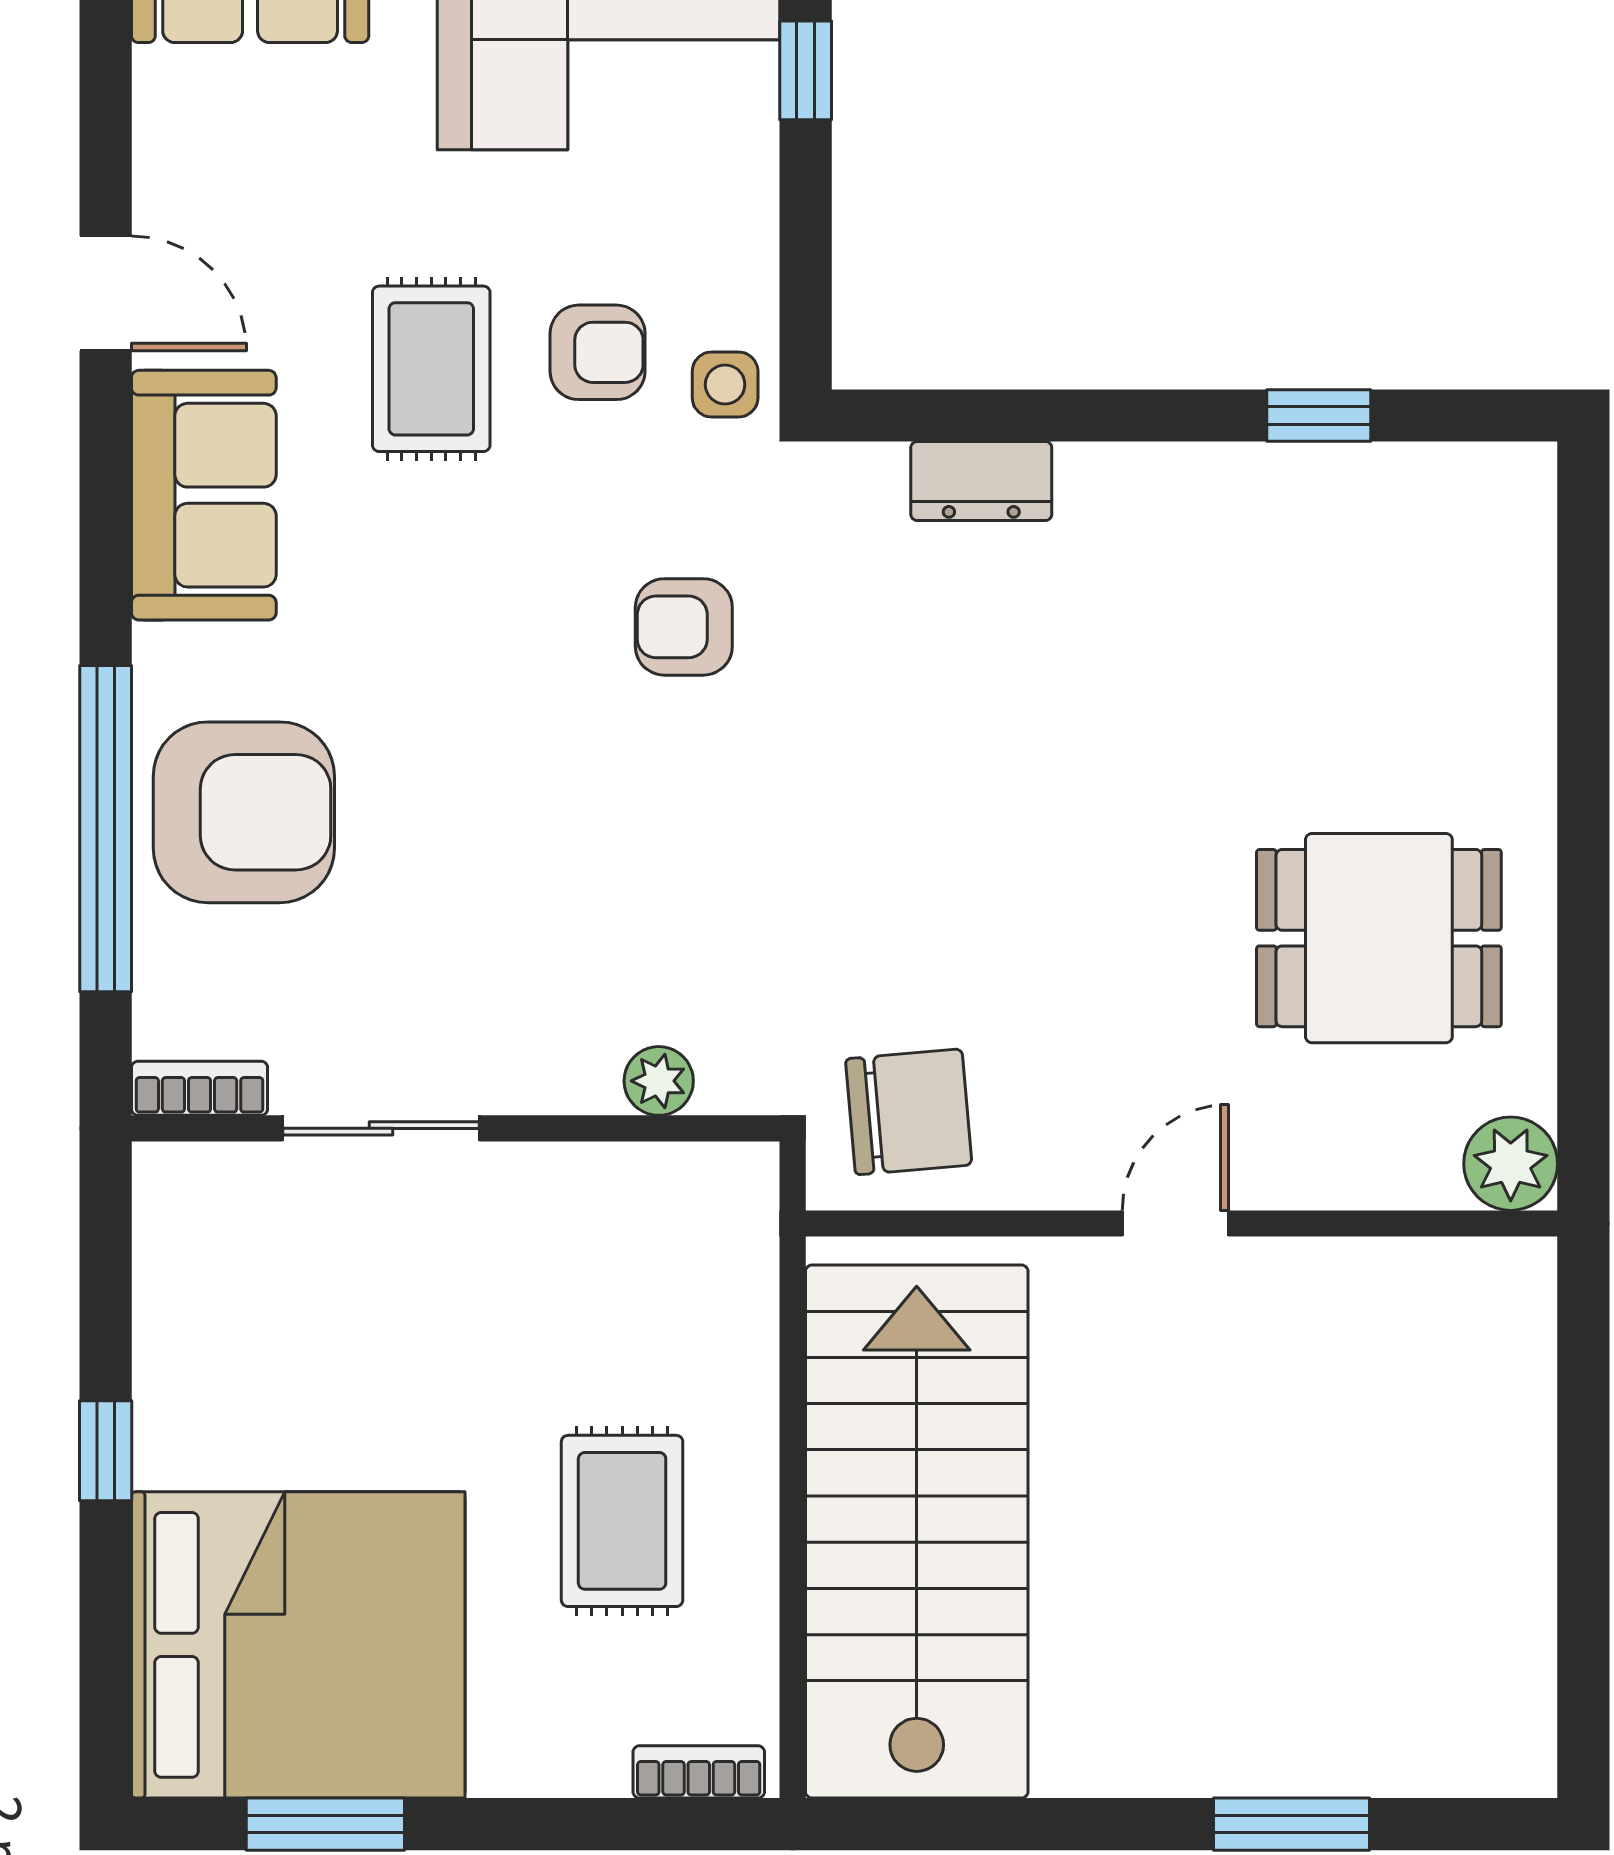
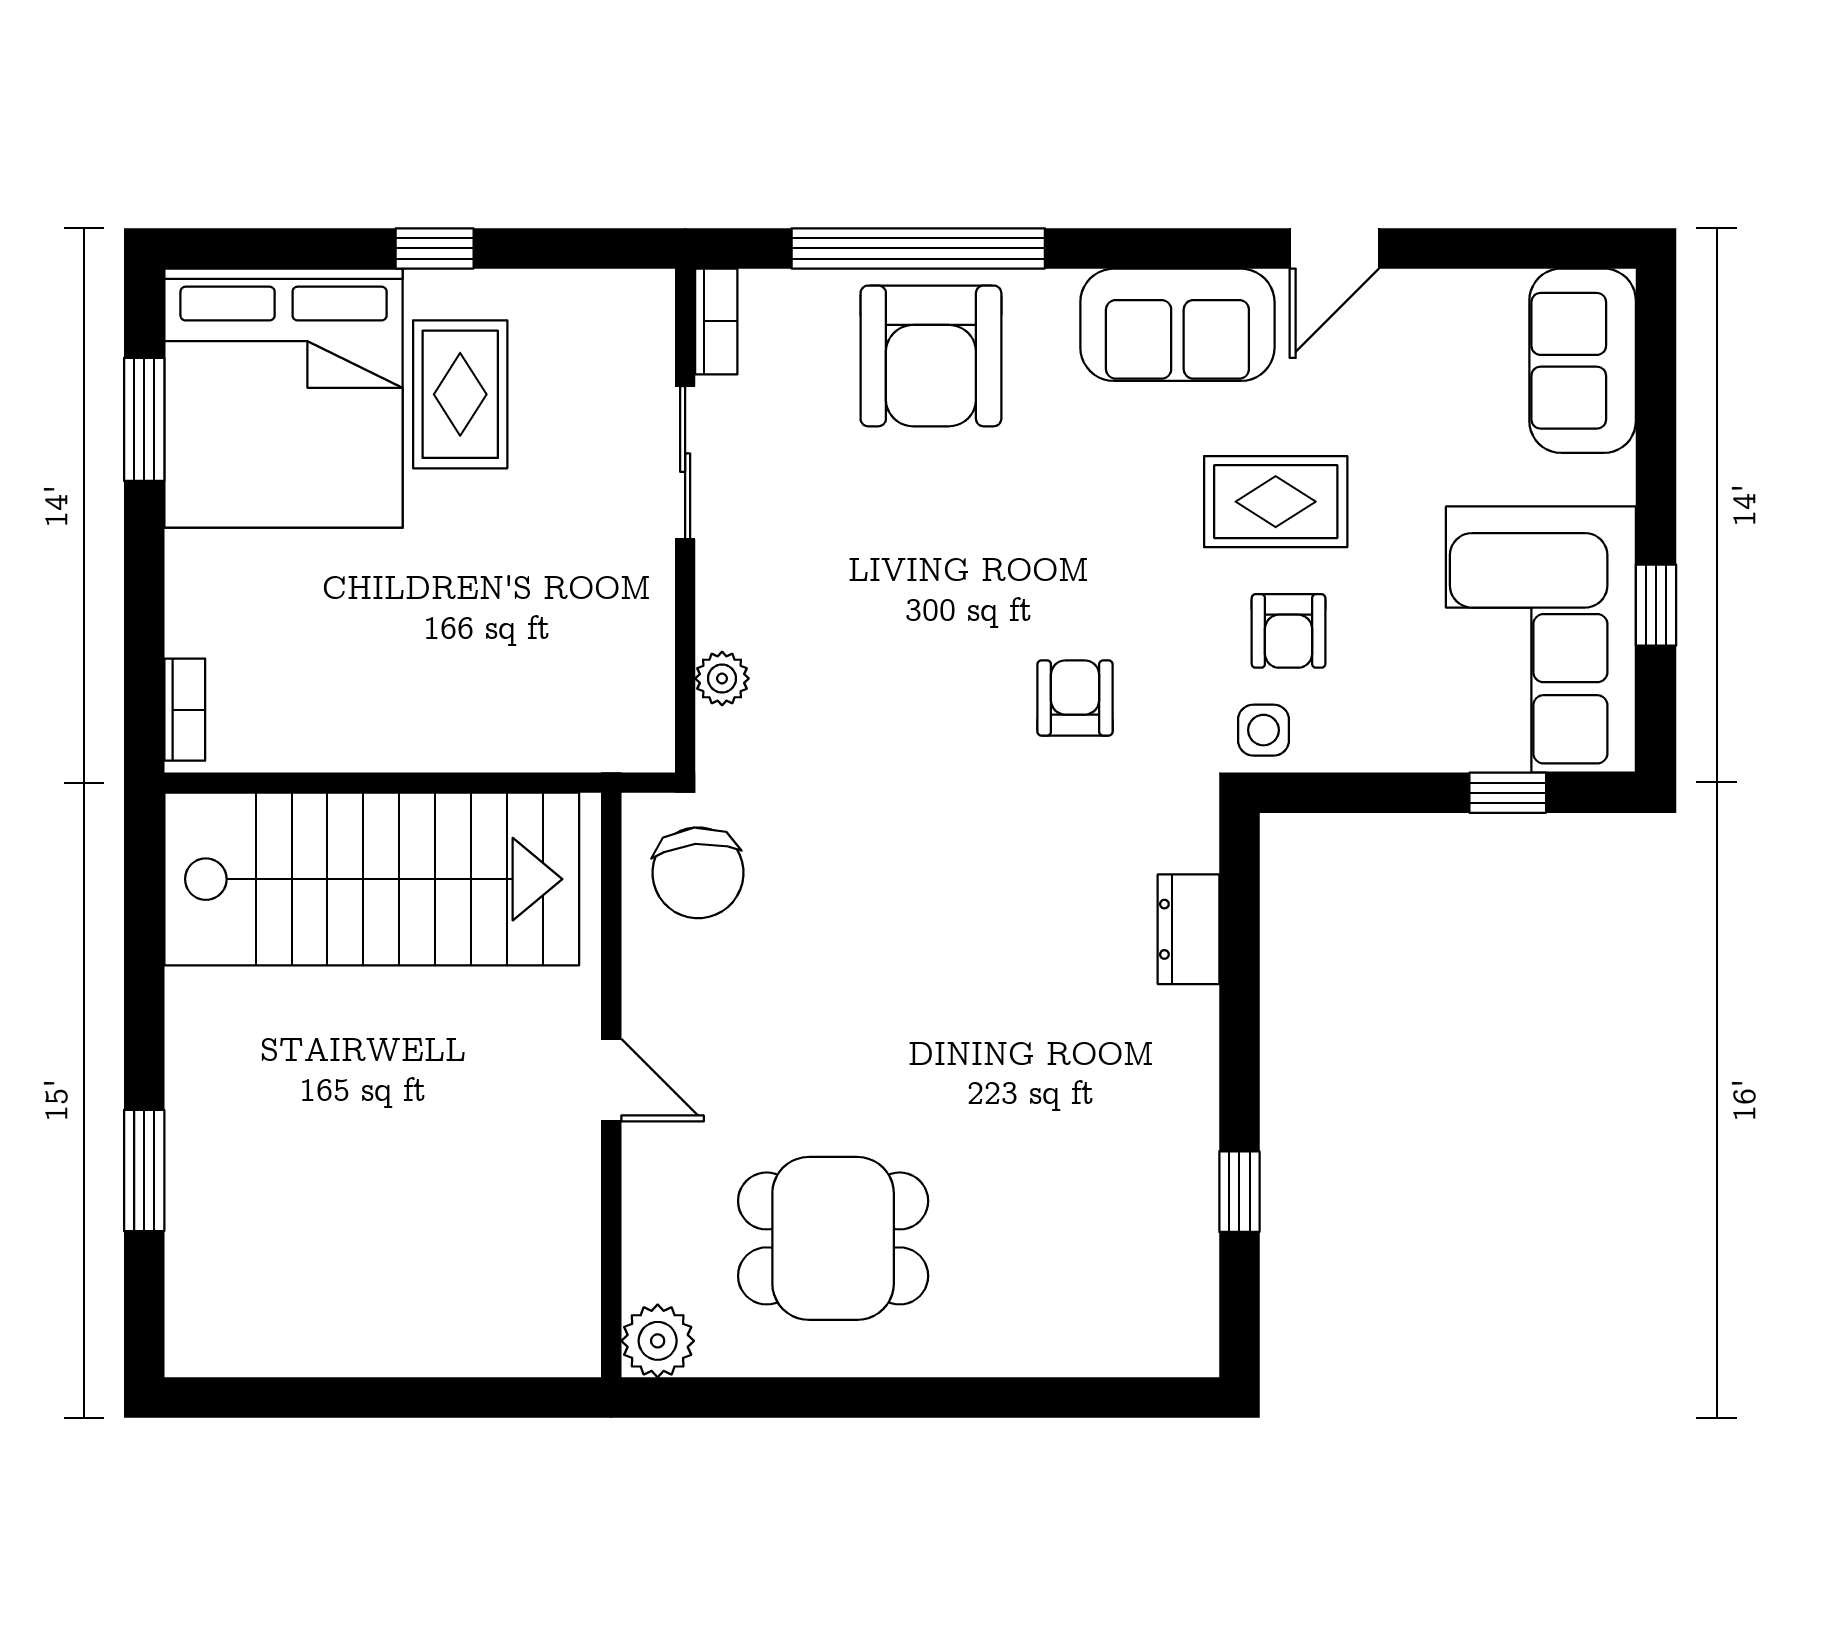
dining table: (1379, 938) -> (833, 1238), turned 90
rug: (622, 1521) -> (460, 394), moved, turned 90

